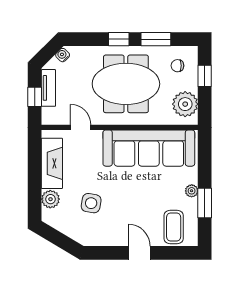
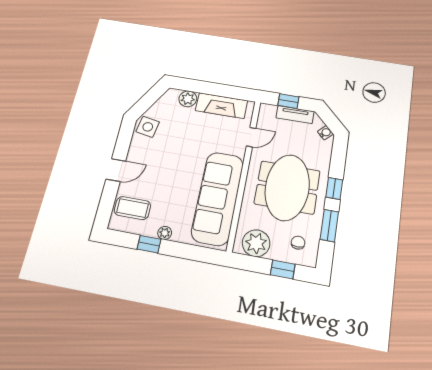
side table: (91, 203) -> (148, 127), moved
window: (205, 203) -> (149, 244), width x0.67

